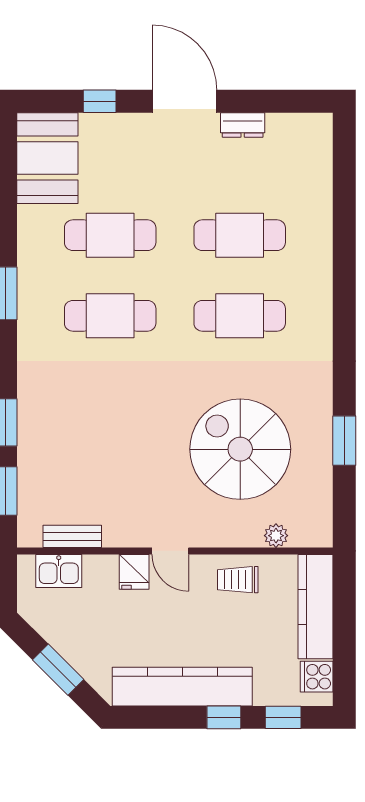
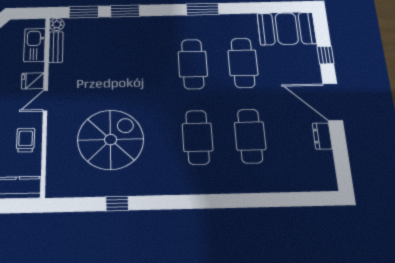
door: (185, 101) -> (333, 102), swing flipped
window: (344, 441) -> (117, 203), width x0.67
plant: (276, 536) -> (57, 24), moved
kitchen sink: (59, 571) -> (35, 45), width x1.38

